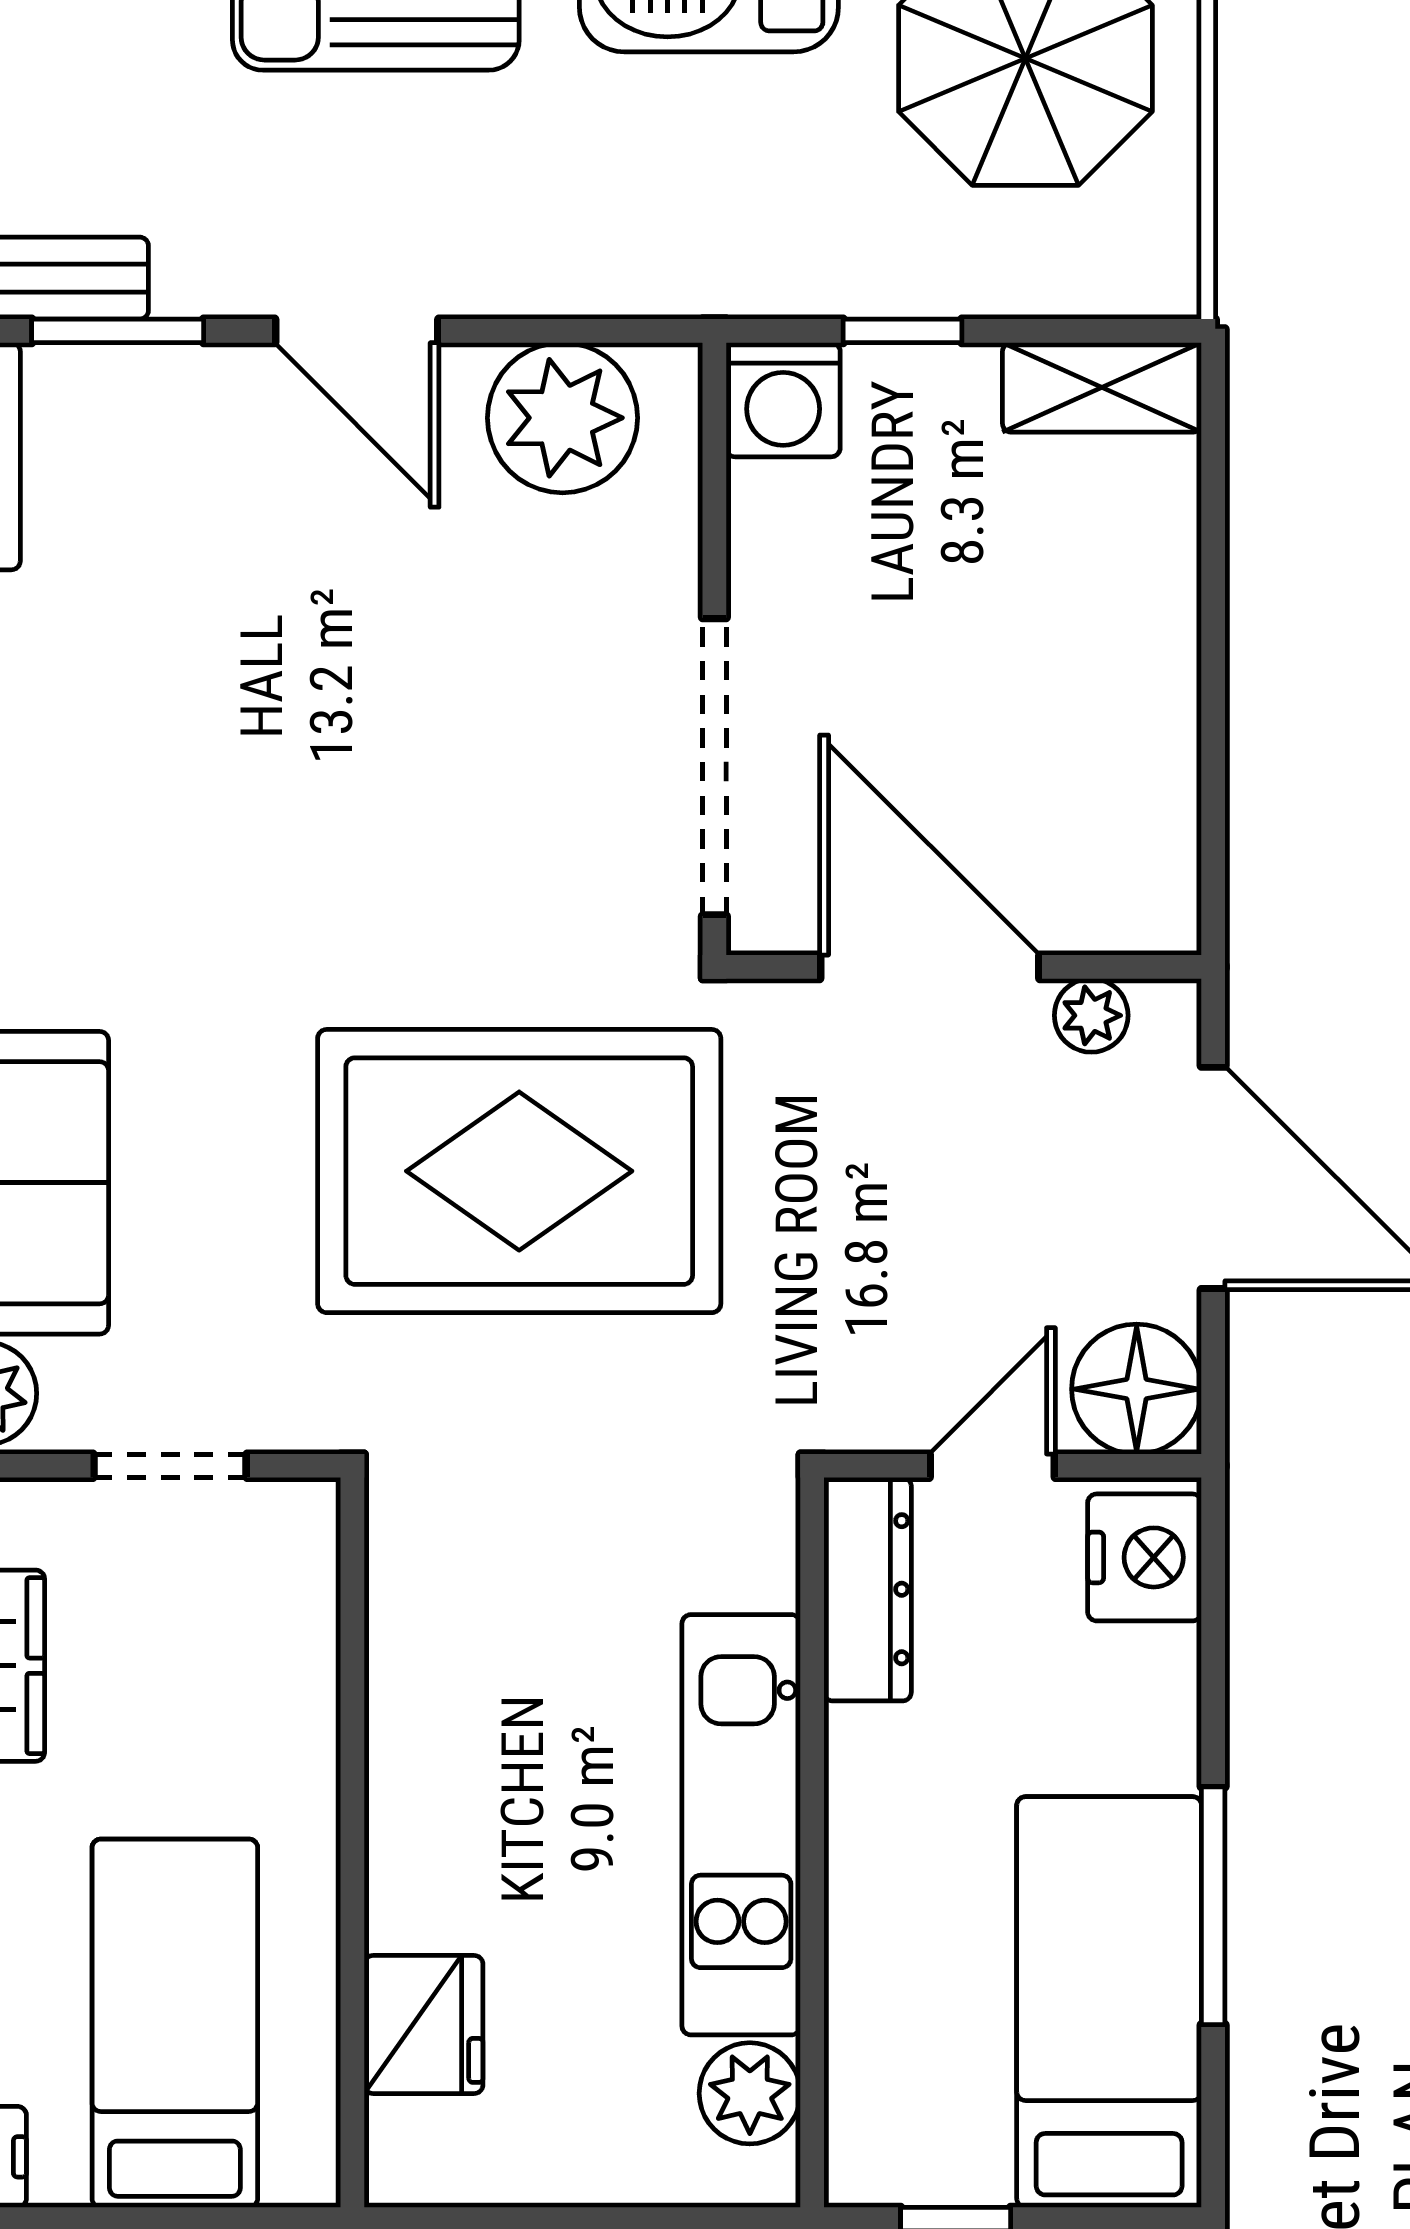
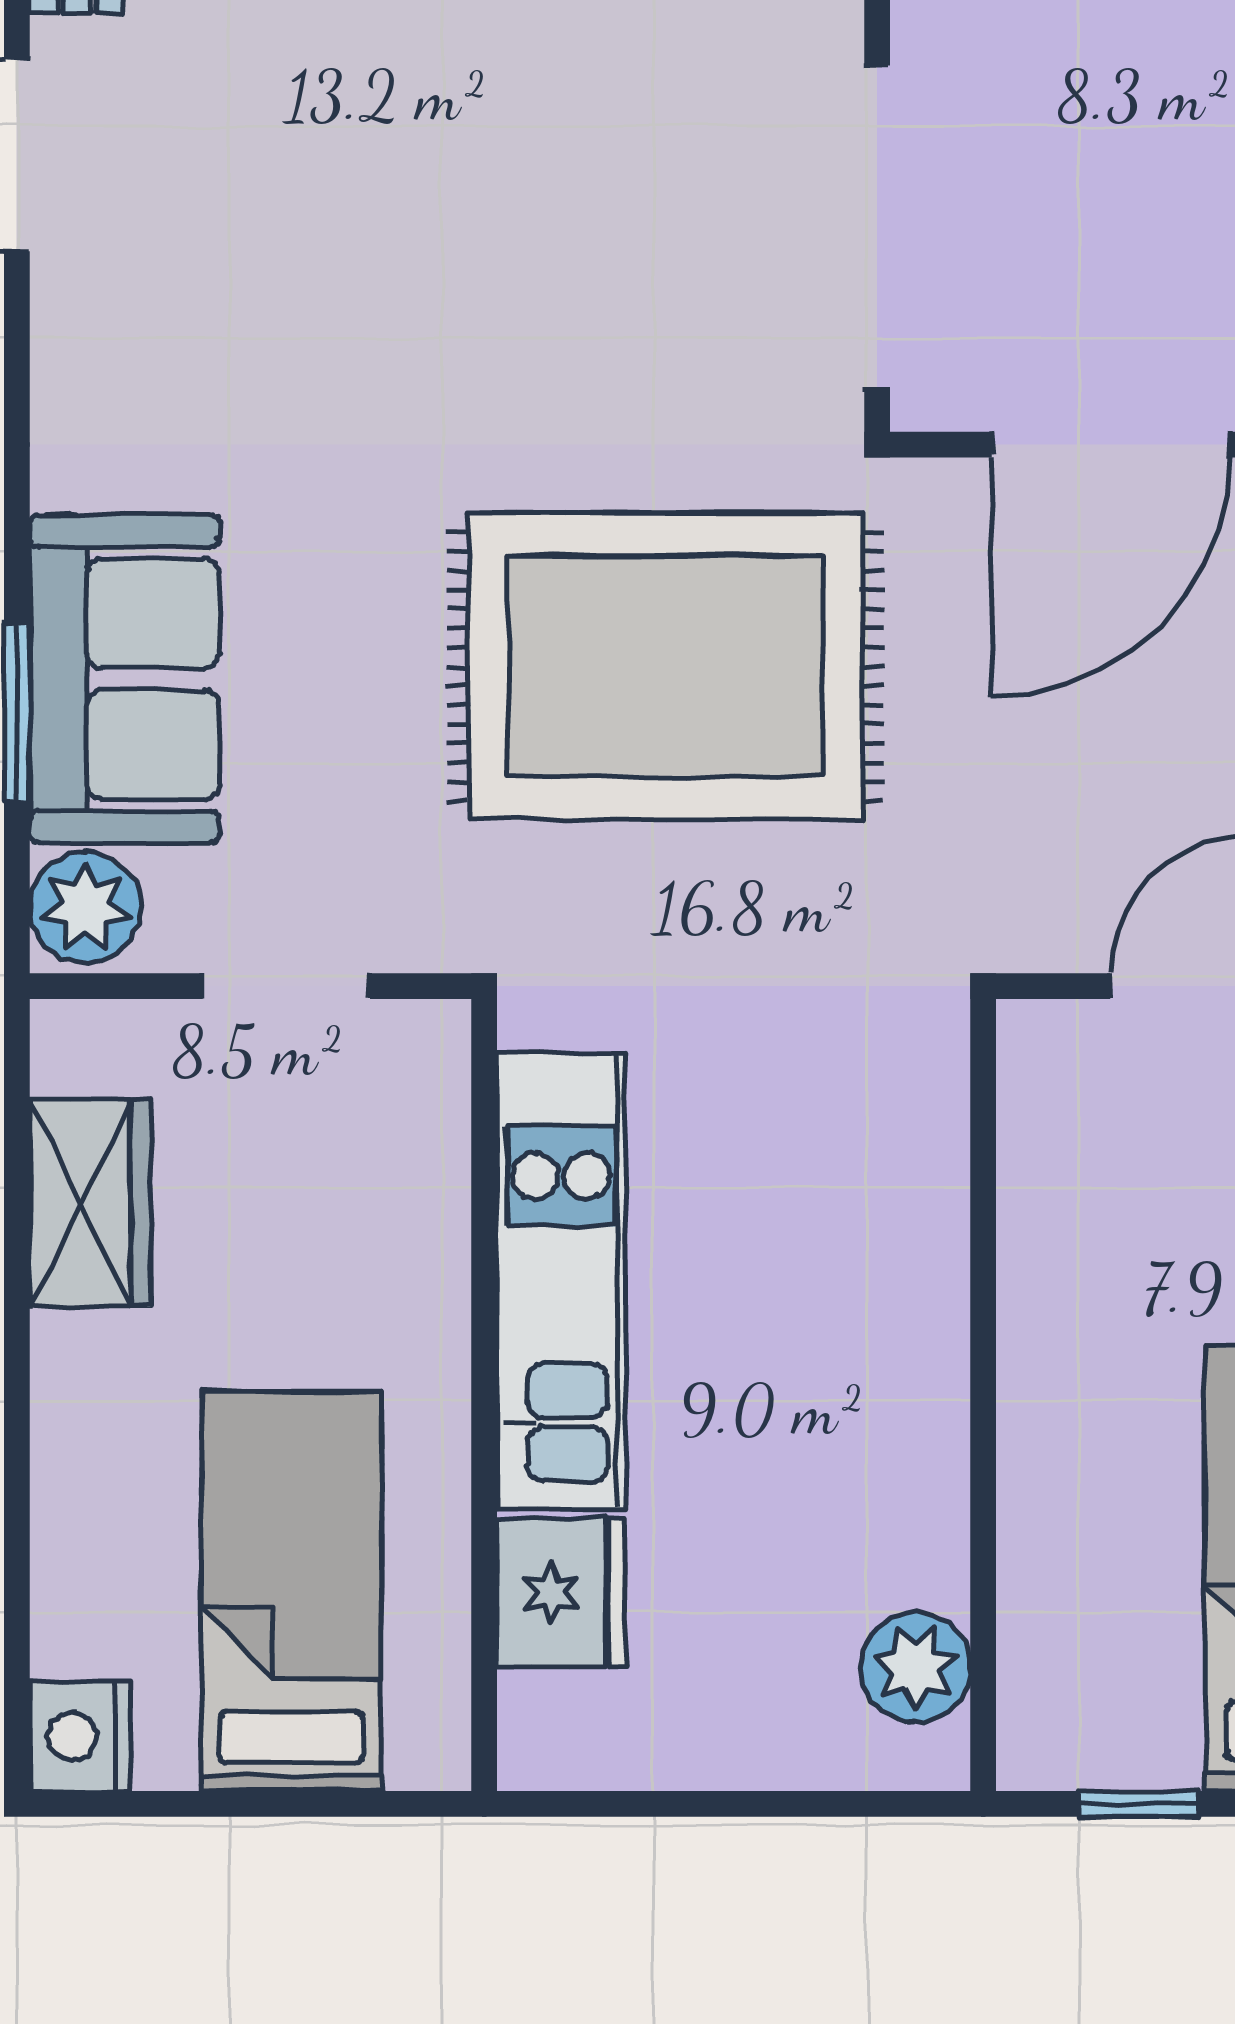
door: (930, 967) -> (1111, 445), swing flipped
dresser: (868, 1589) -> (1043, 1120), removed
kitchen unit: (741, 1825) -> (561, 1281), moved, turned 180

